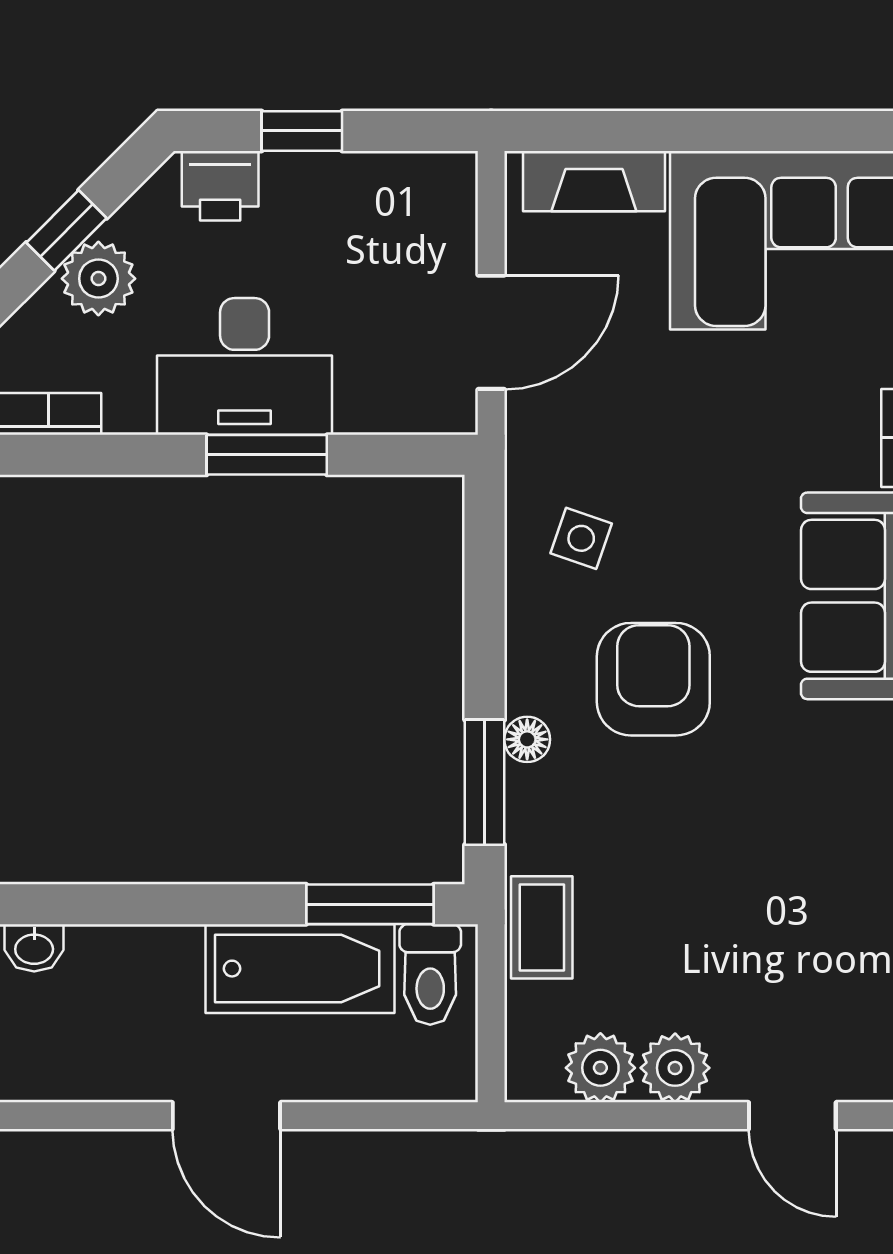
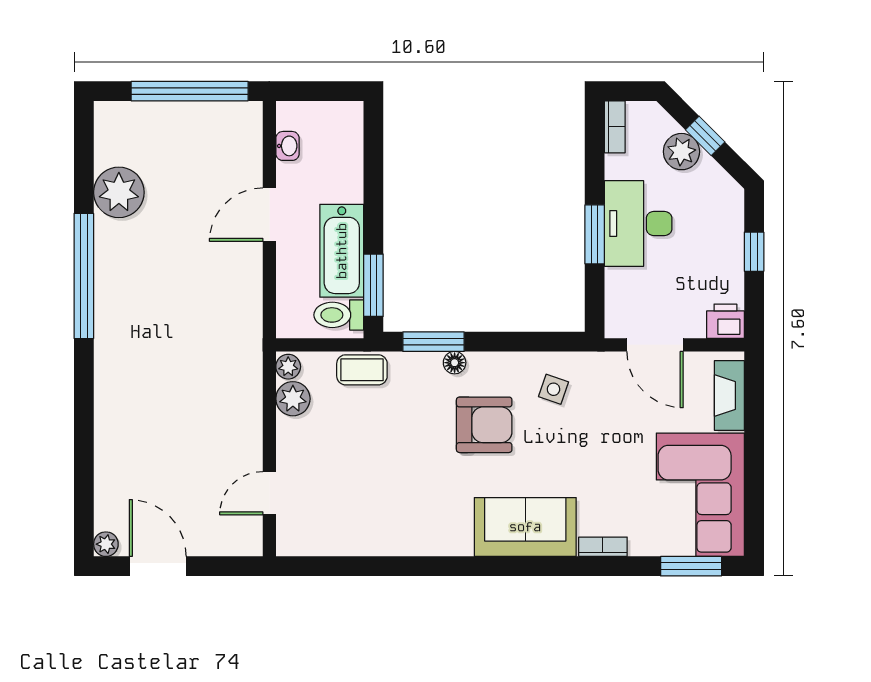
printer: (220, 186) -> (725, 321), moved, turned 90
washbasin: (34, 948) -> (288, 146), moved, turned 180
plant: (675, 1068) -> (288, 367), moved, width x0.73, depth x0.73

